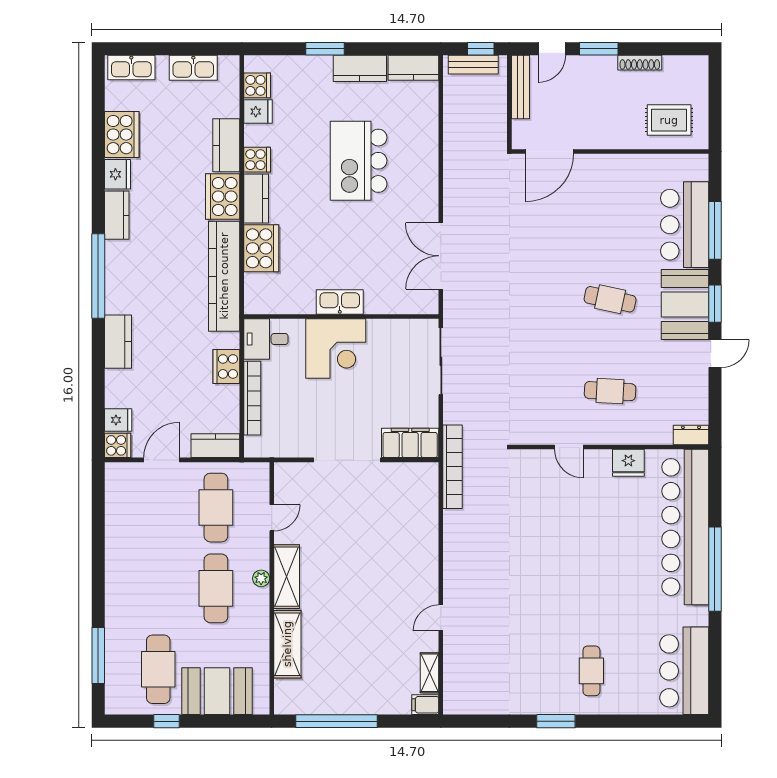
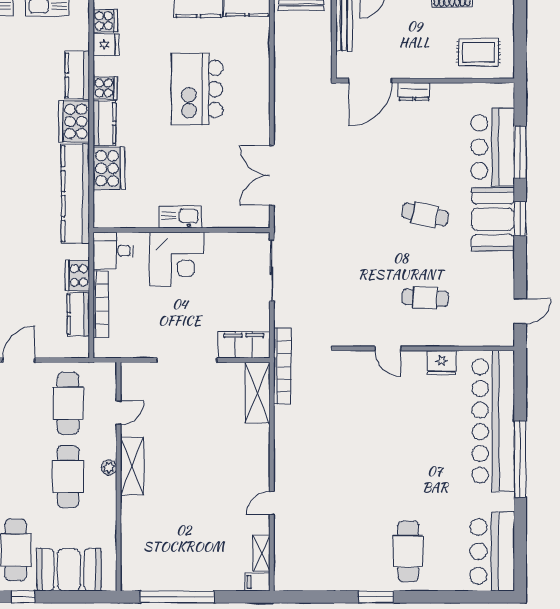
door: (715, 354) -> (520, 311), moved
dresser: (691, 435) -> (414, 92), moved, turned 180
kitchen counter: (215, 446) -> (78, 314), moved, turned -90
shelving: (287, 644) -> (258, 393), moved
cafe table: (591, 671) -> (408, 551), width x1.37, depth x1.35

